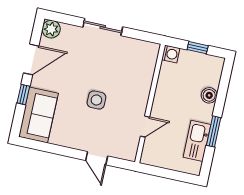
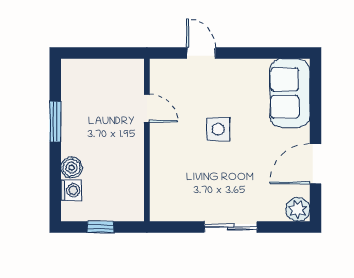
washing machine: (171, 54) -> (71, 190), moved, turned 180
window: (23, 95) -> (315, 116), removed
door: (145, 127) -> (147, 108), swing flipped
kitchen sink: (197, 141) -> (74, 104), removed

